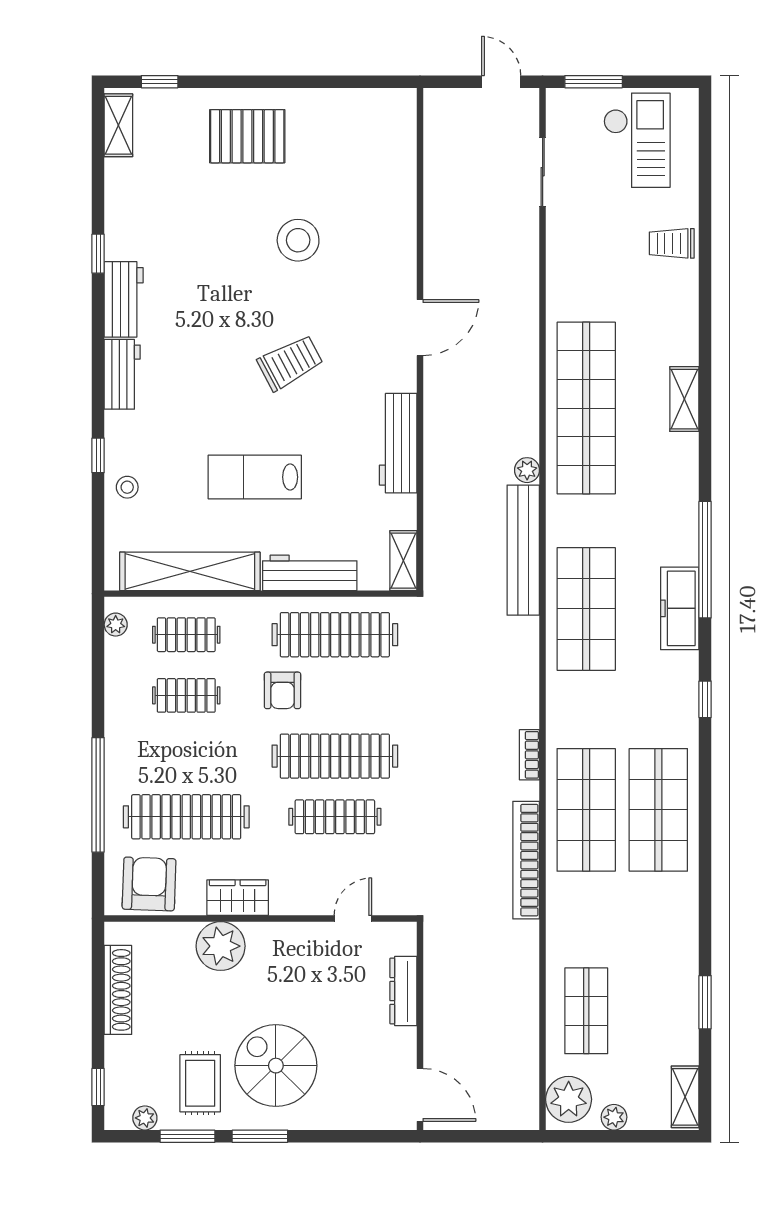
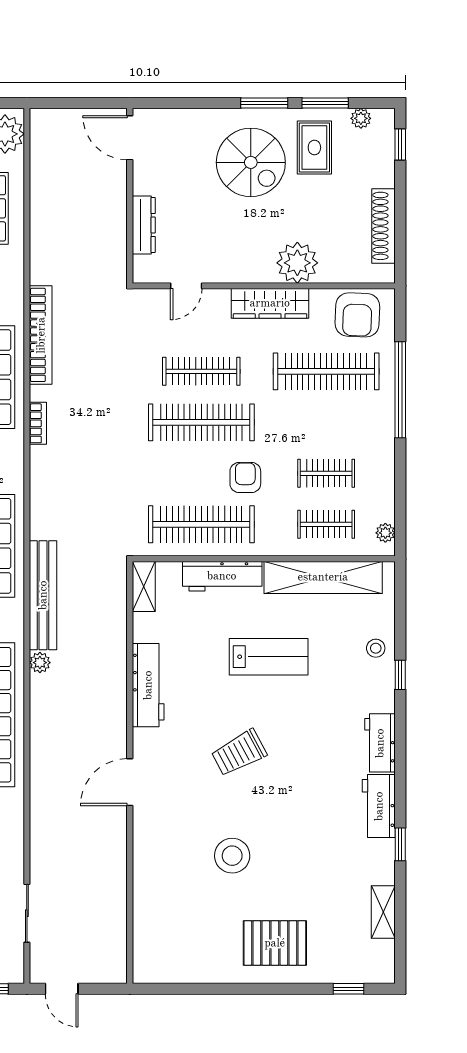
shelving: (118, 125) -> (383, 912), moved
wardrobe: (238, 898) -> (270, 303), width x1.50

